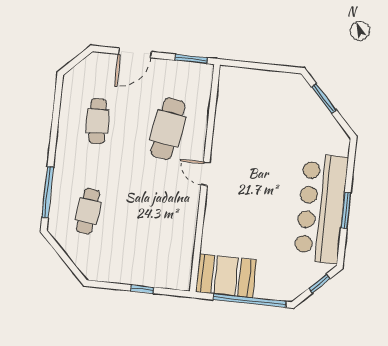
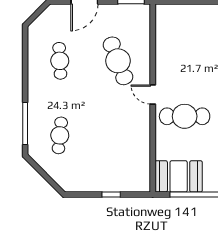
cafe table: (168, 129) -> (118, 61), turned -30
cafe table: (241, 204) -> (185, 116), added

